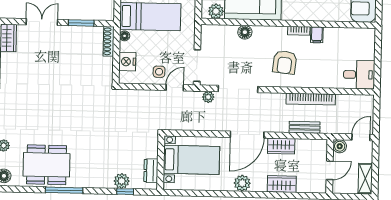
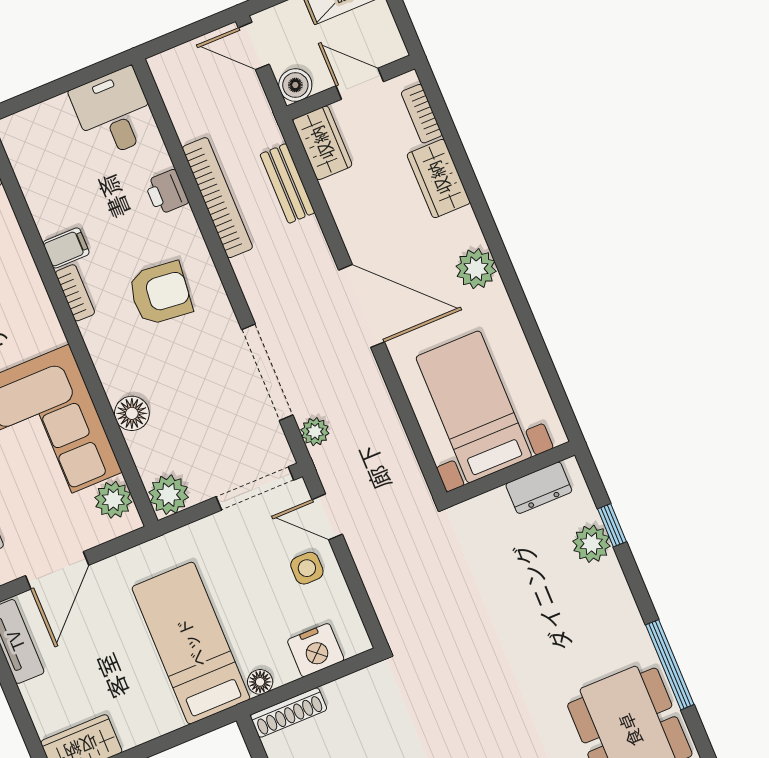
plant: (209, 33) -> (169, 495), added
printer: (321, 81) -> (167, 192), added
wardrobe: (281, 146) -> (322, 143), moved
bookcase: (308, 188) -> (422, 114), added

